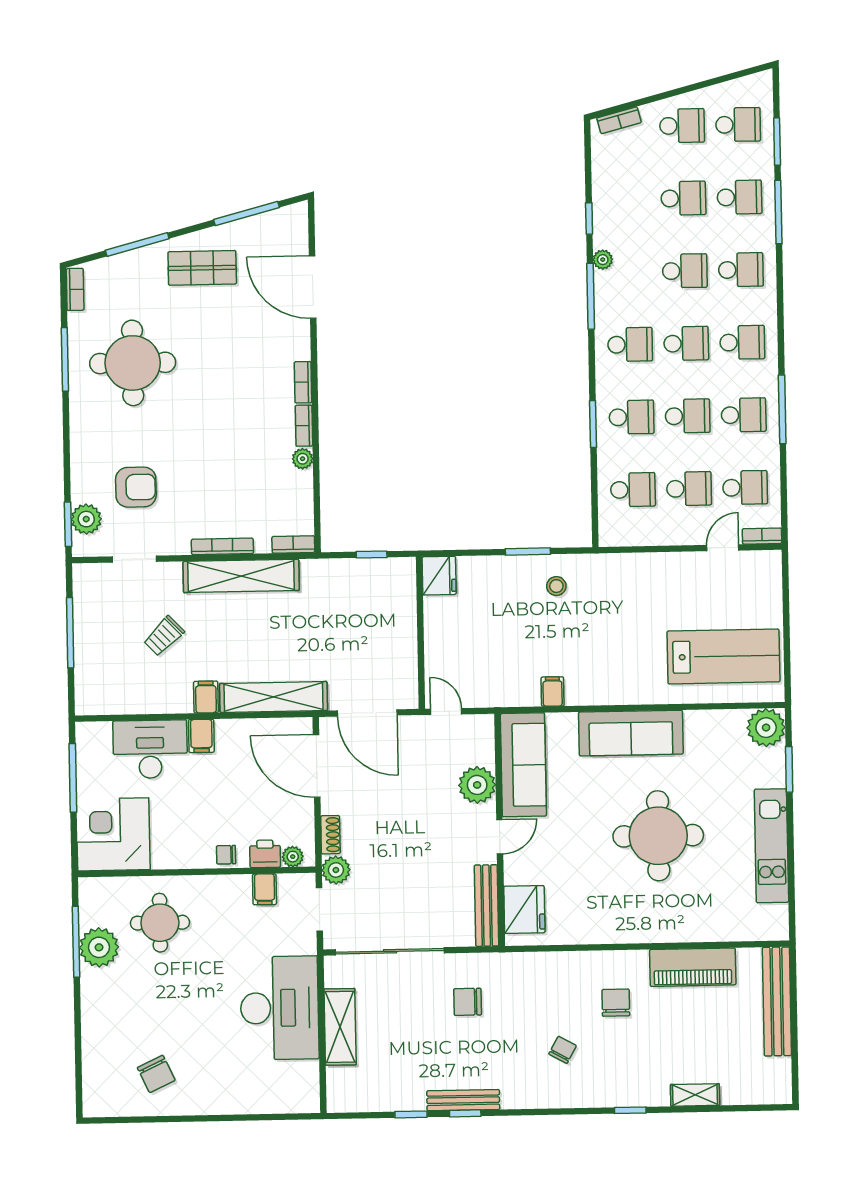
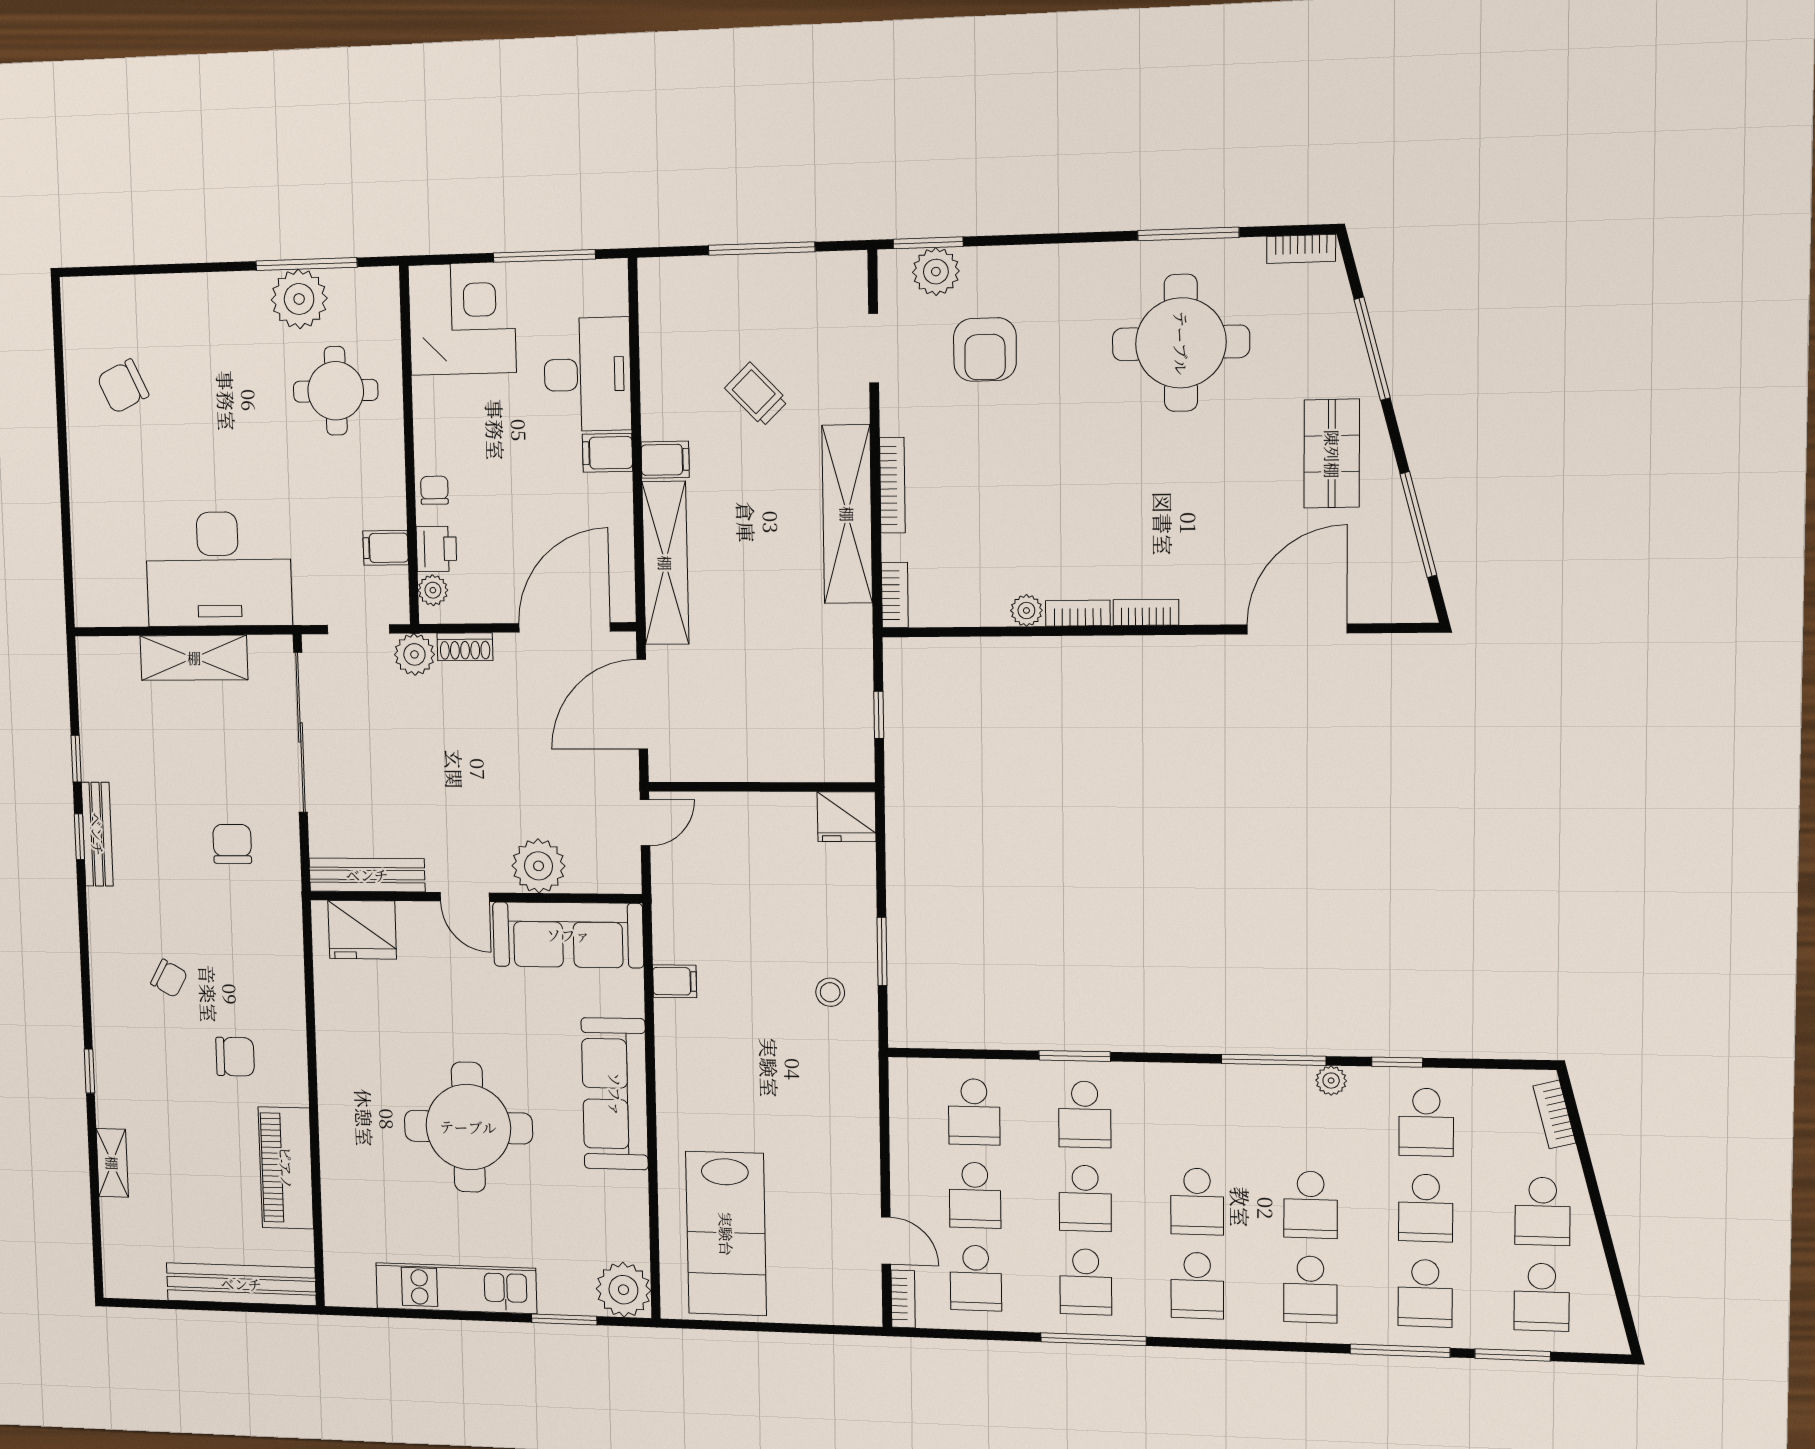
school desk: (630, 344) -> (1426, 1122), moved

